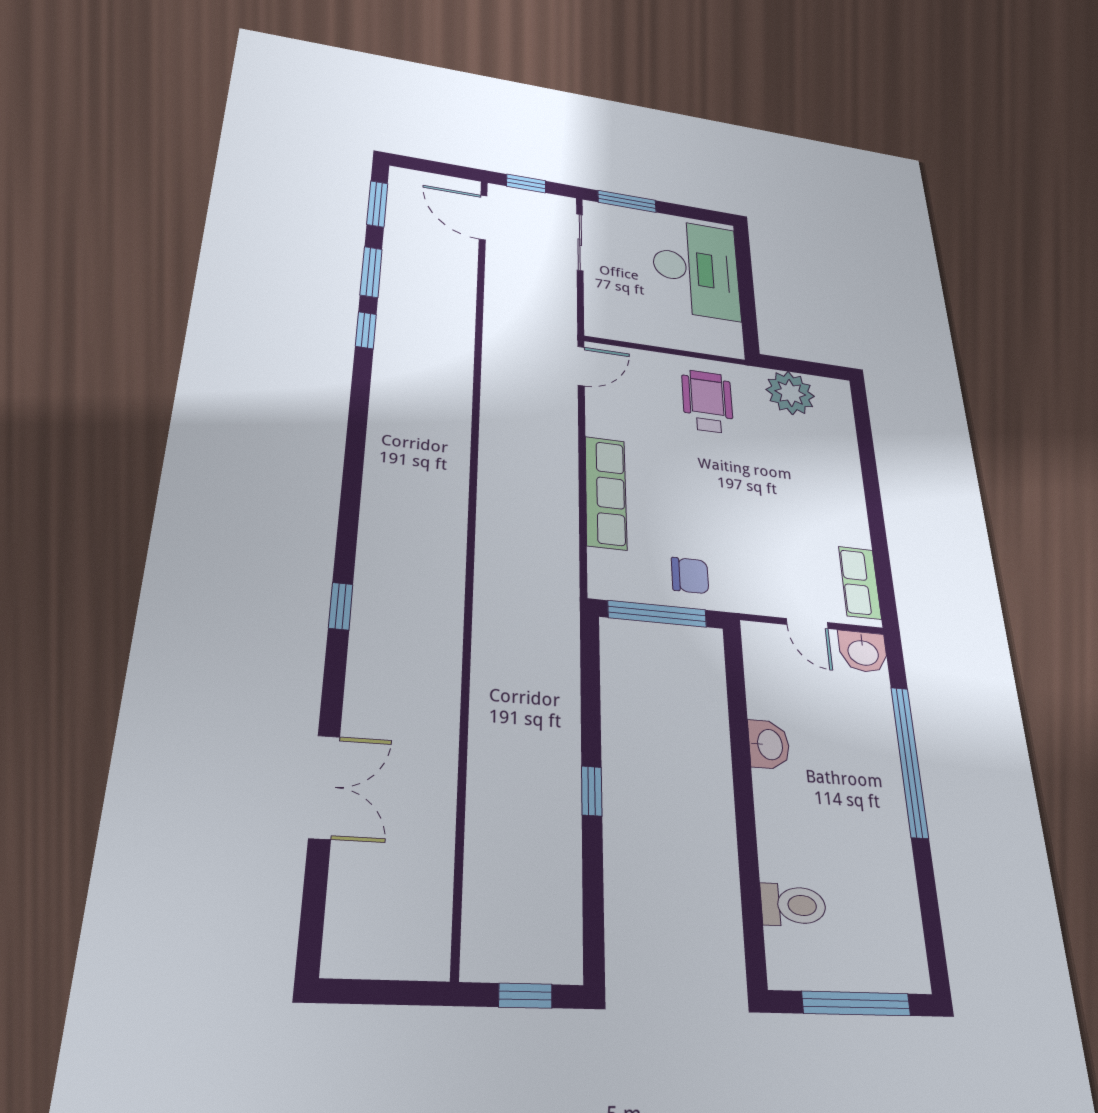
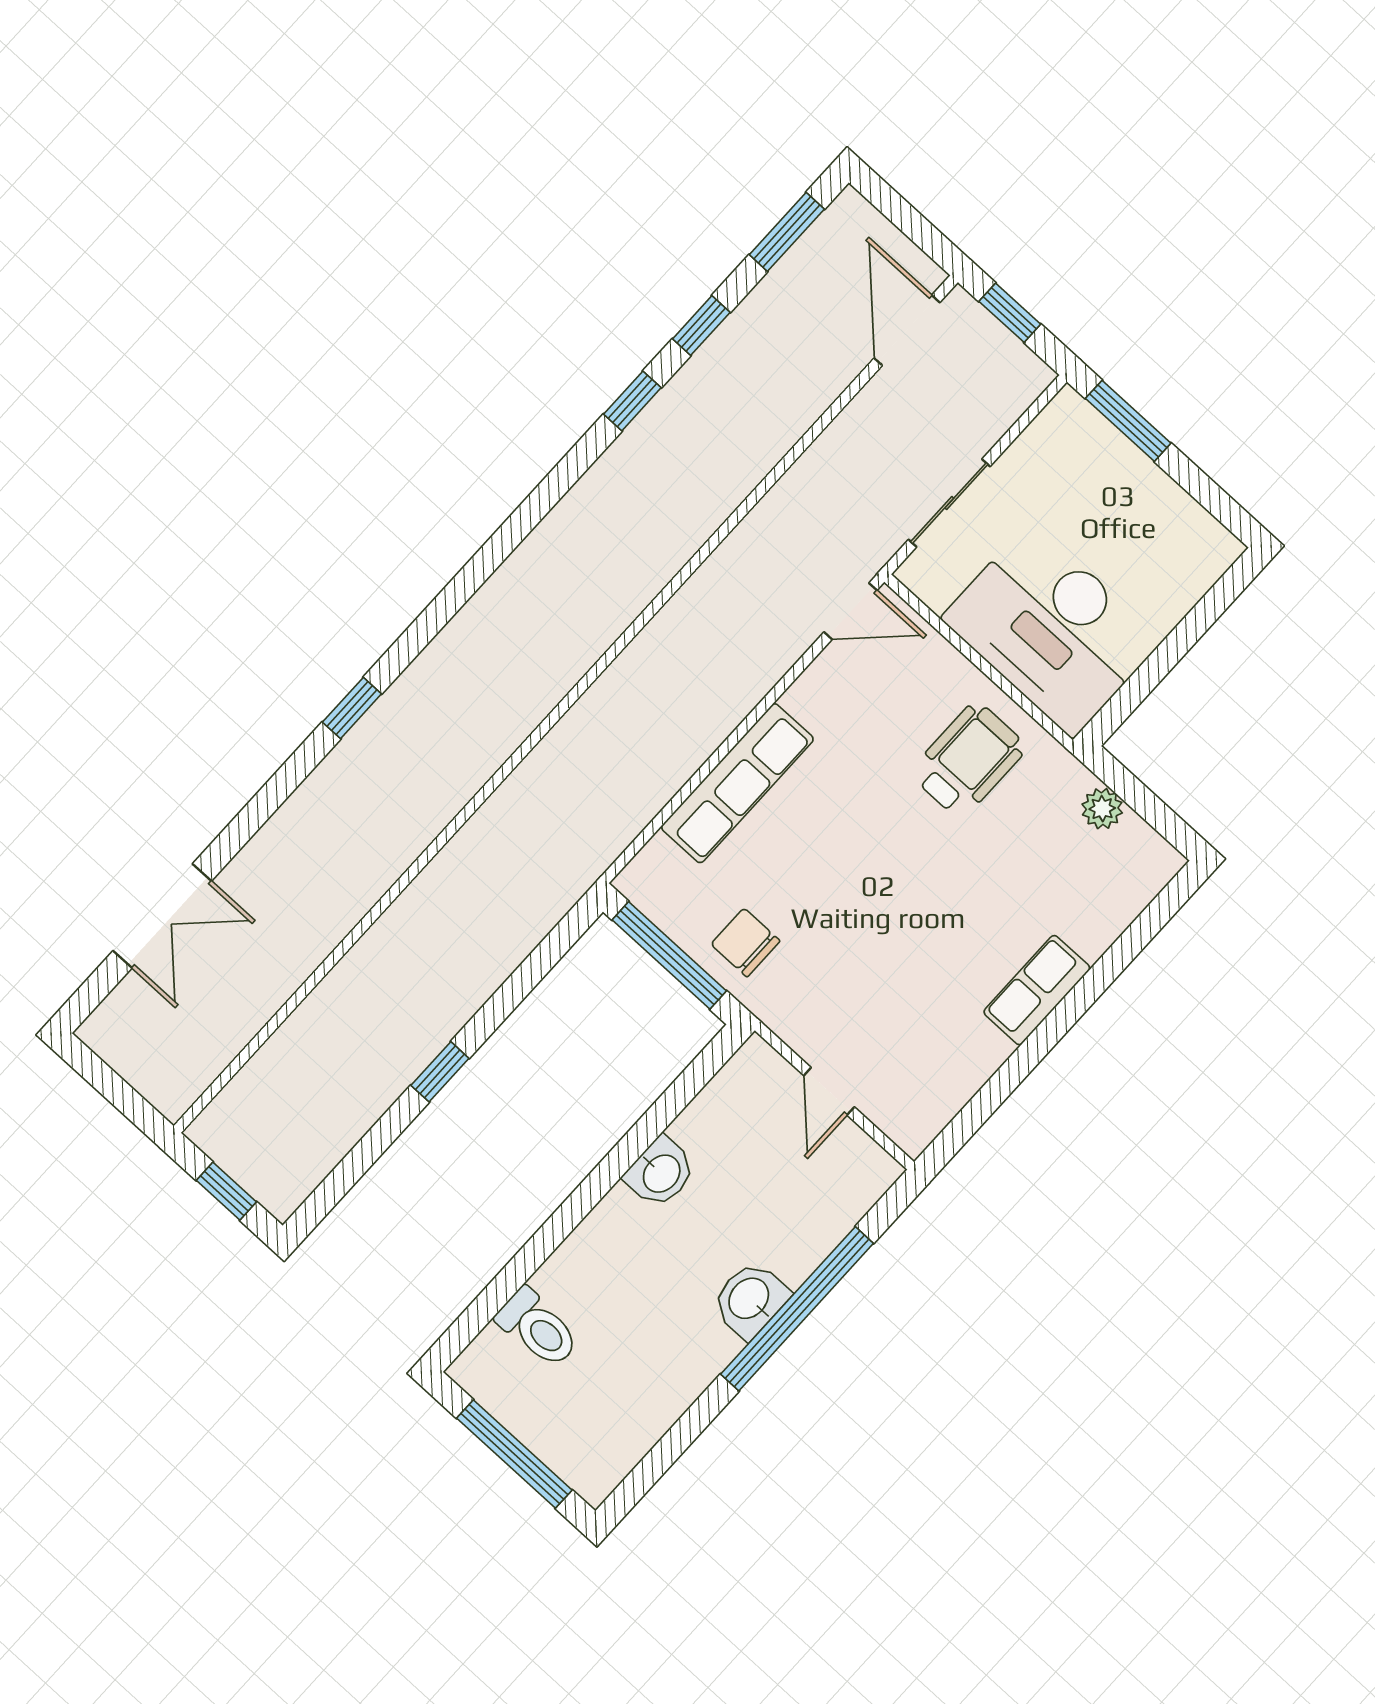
sliding door: (580, 242) -> (949, 503), moved
desk: (696, 269) -> (1052, 629), moved, turned 90
window: (371, 272) -> (701, 326), width x0.67
plant: (790, 393) -> (1102, 809), width x0.53, depth x0.53
chair: (690, 575) -> (745, 943), turned 180
row of seats: (860, 583) -> (1037, 990), moved
washbasin: (863, 652) -> (750, 1299), moved, turned 90
double door: (324, 787) -> (162, 916), moved

